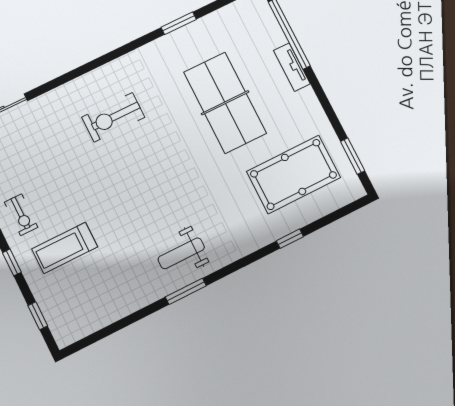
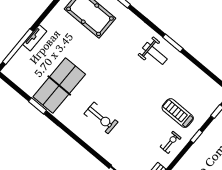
table tennis table: (225, 103) -> (59, 85), moved
treadmill: (65, 248) -> (178, 113), turned 180

